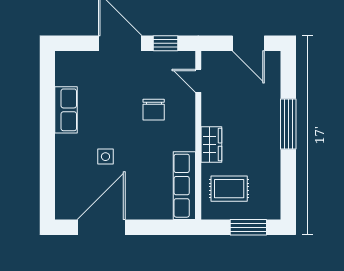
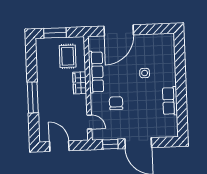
row of seats: (184, 186) -> (96, 72), moved
rug: (229, 189) -> (68, 56), turned 90
door: (101, 227) -> (119, 30), moved

